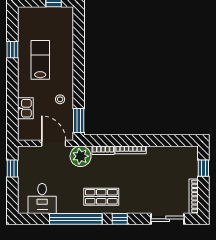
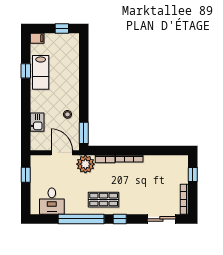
filing cabinet: (25, 12) -> (37, 38), added
lab bench: (40, 60) -> (41, 72), moved, turned 180

